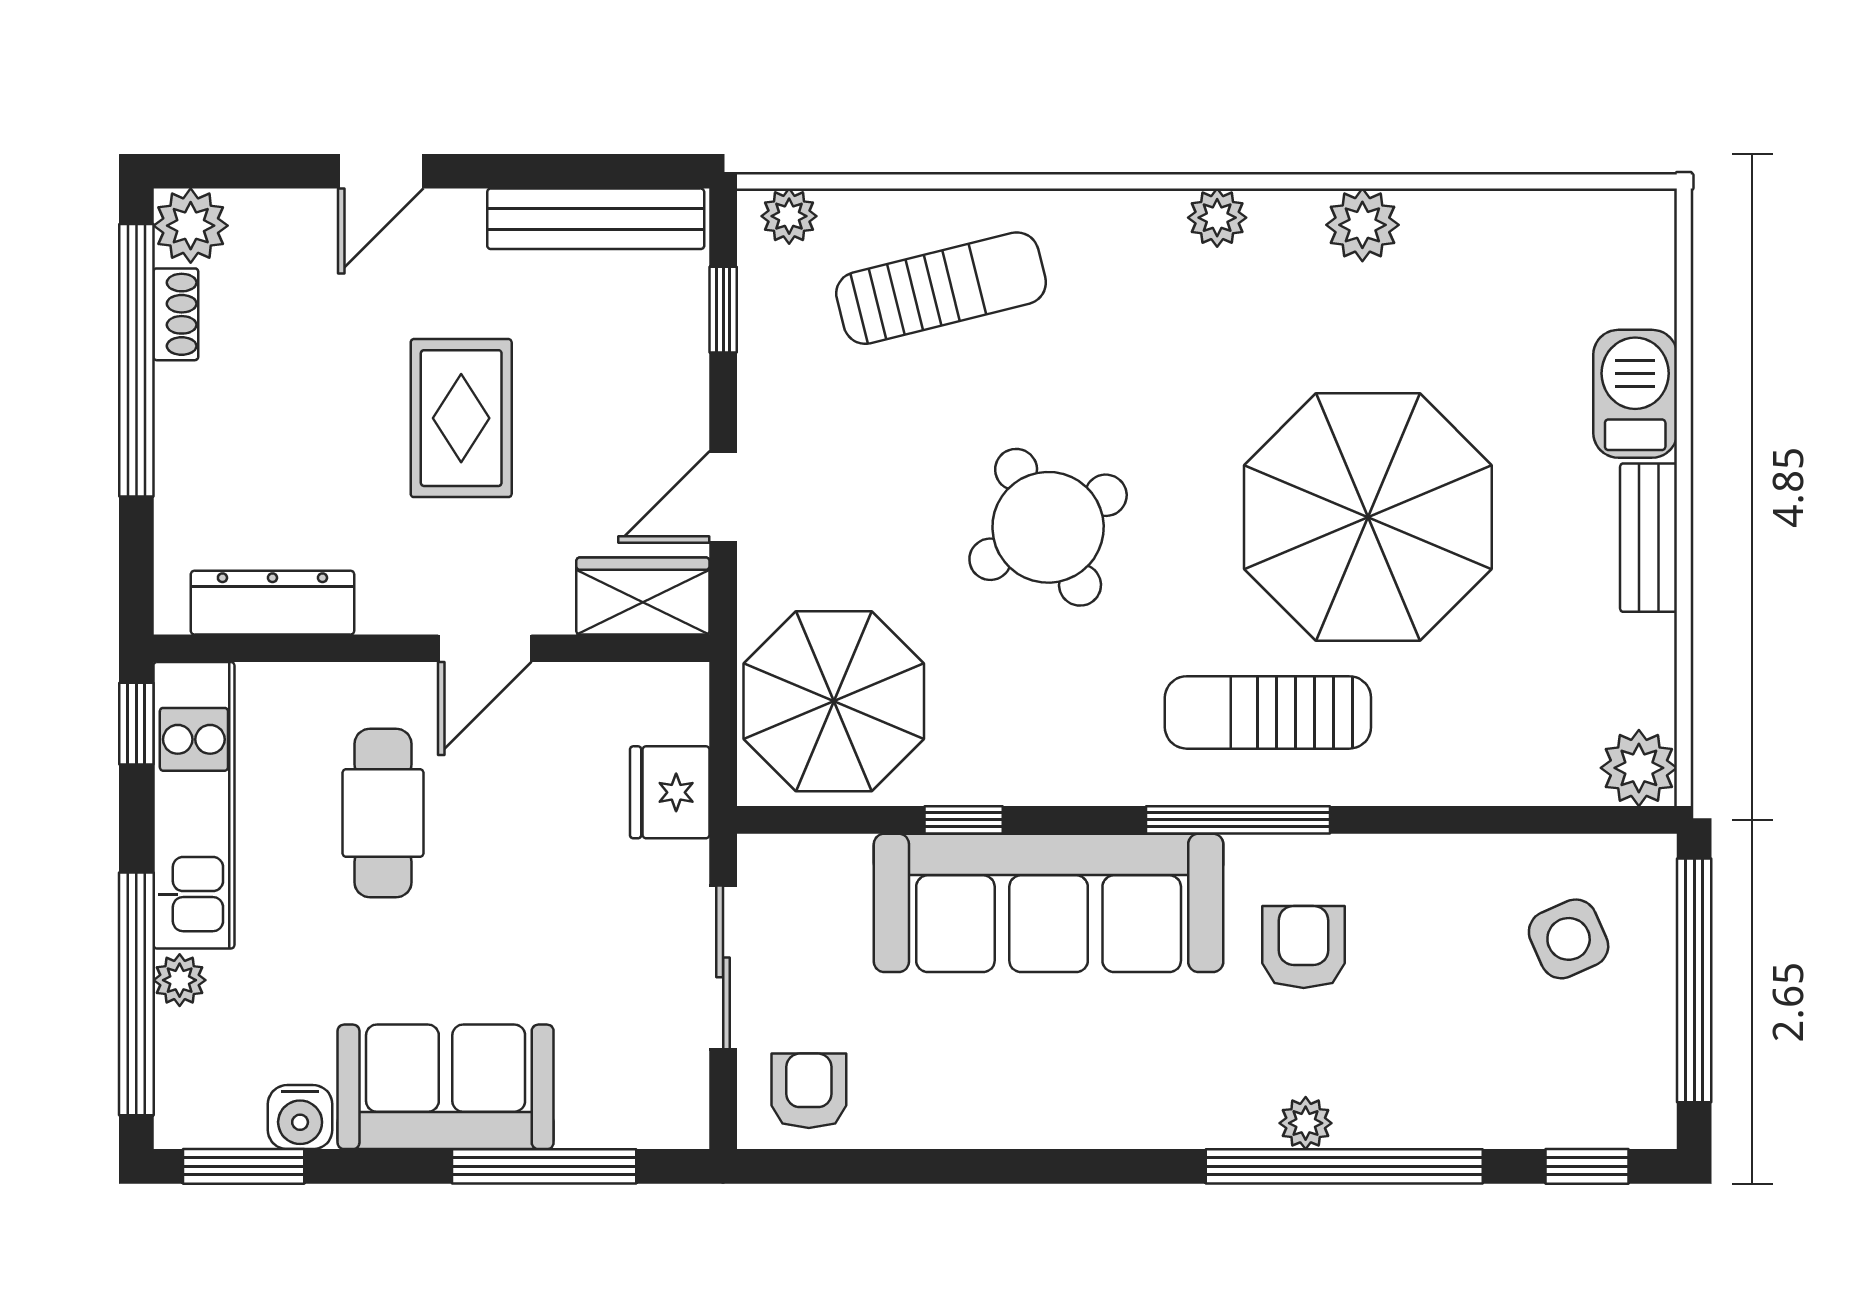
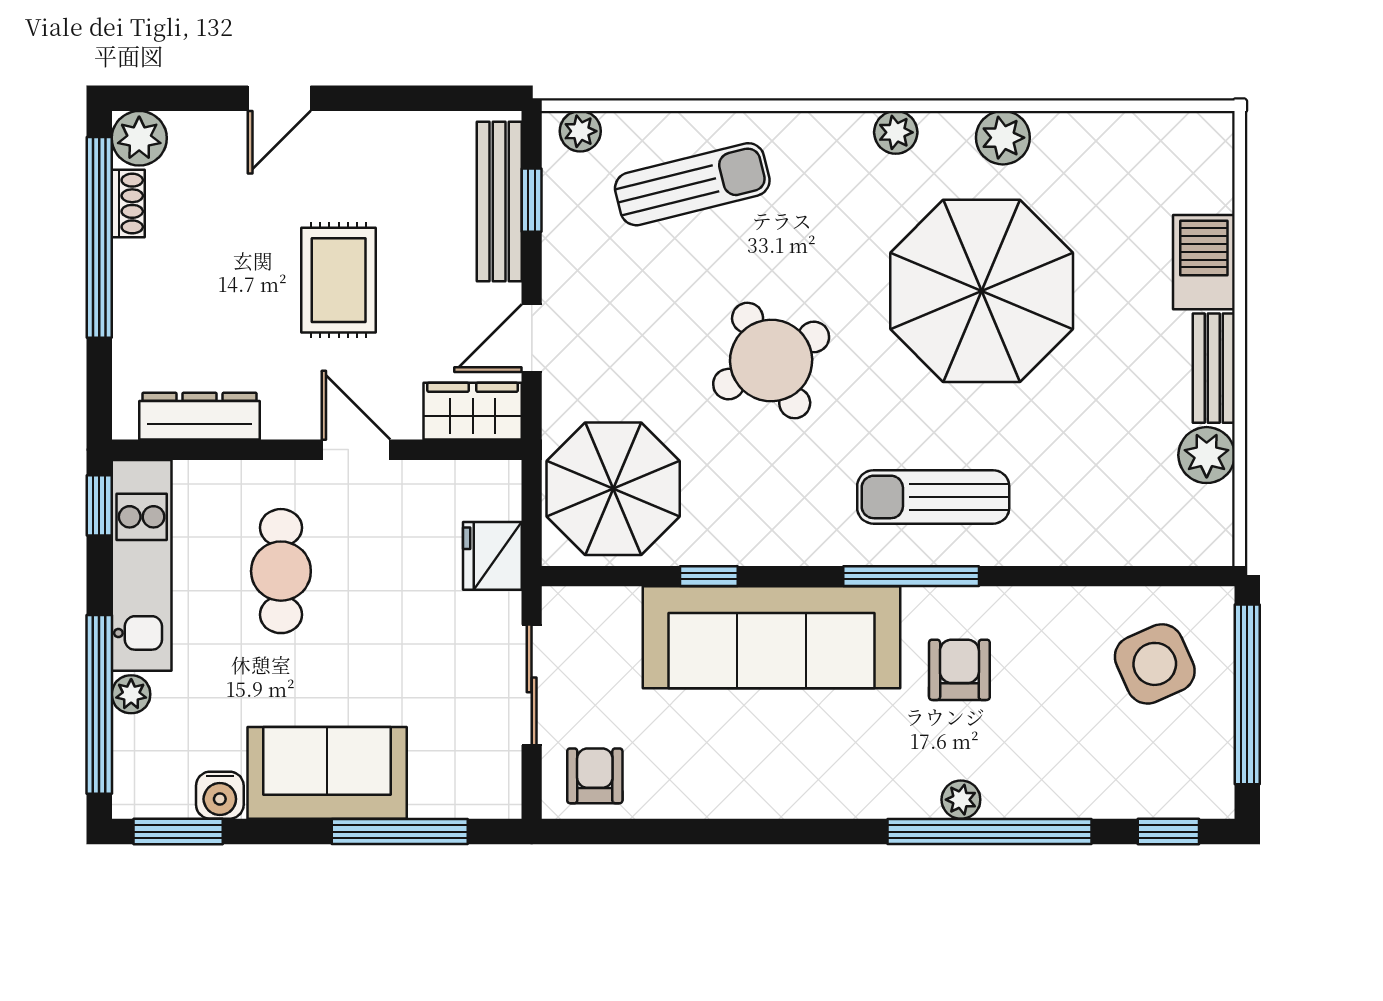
bench: (596, 219) -> (499, 202), moved, turned 90
parasol: (1368, 517) -> (982, 291), moved
door: (485, 648) -> (356, 450), swing flipped
plant: (1639, 768) -> (1207, 455), moved
side table: (1569, 939) -> (1155, 664), width x1.37, depth x1.37

